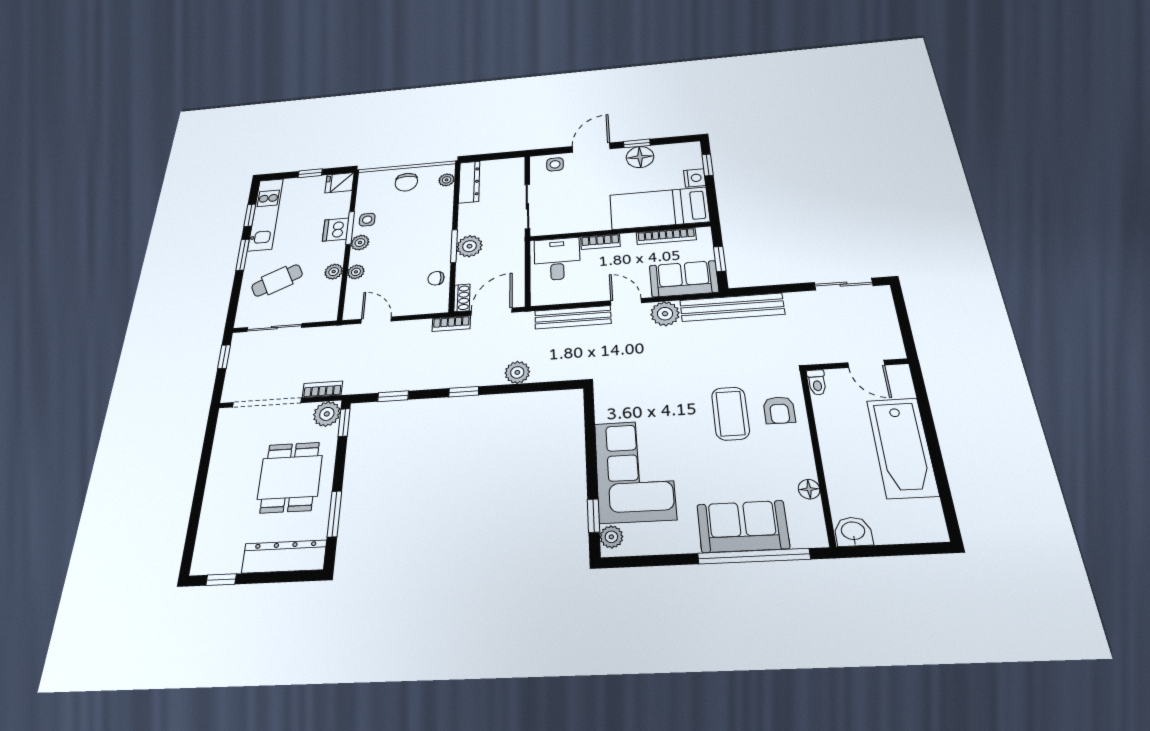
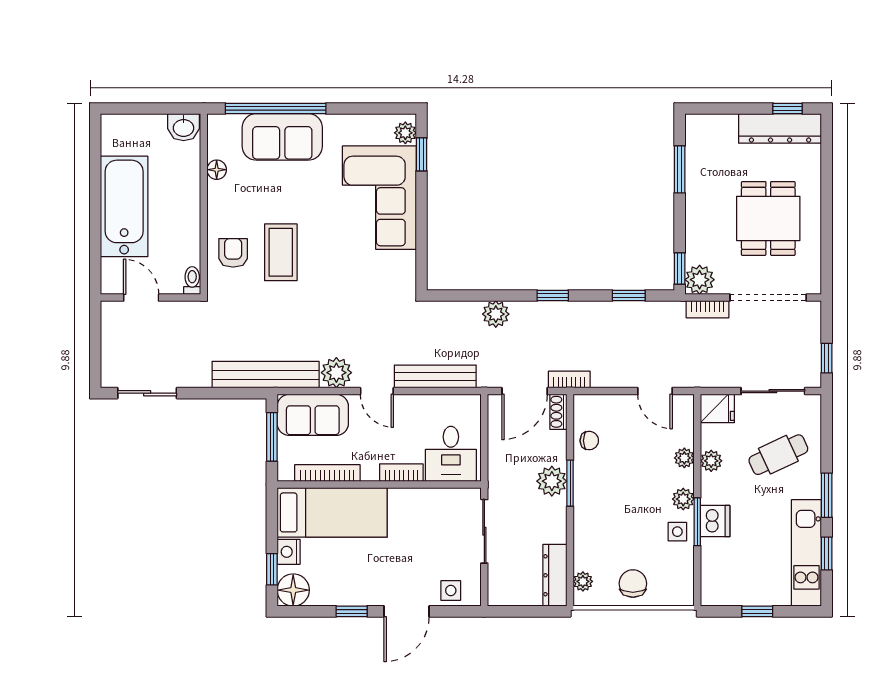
floor lamp: (640, 157) -> (293, 590), moved
fridge: (340, 183) -> (717, 408), moved
window: (720, 259) -> (272, 437), width x1.50
dining table: (290, 477) -> (768, 218), moved
dresser: (284, 557) -> (780, 128), moved

